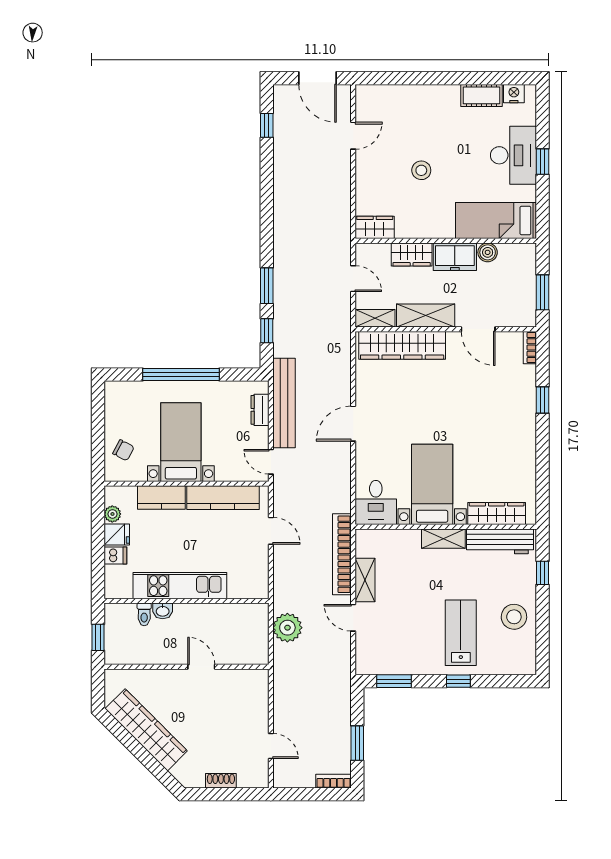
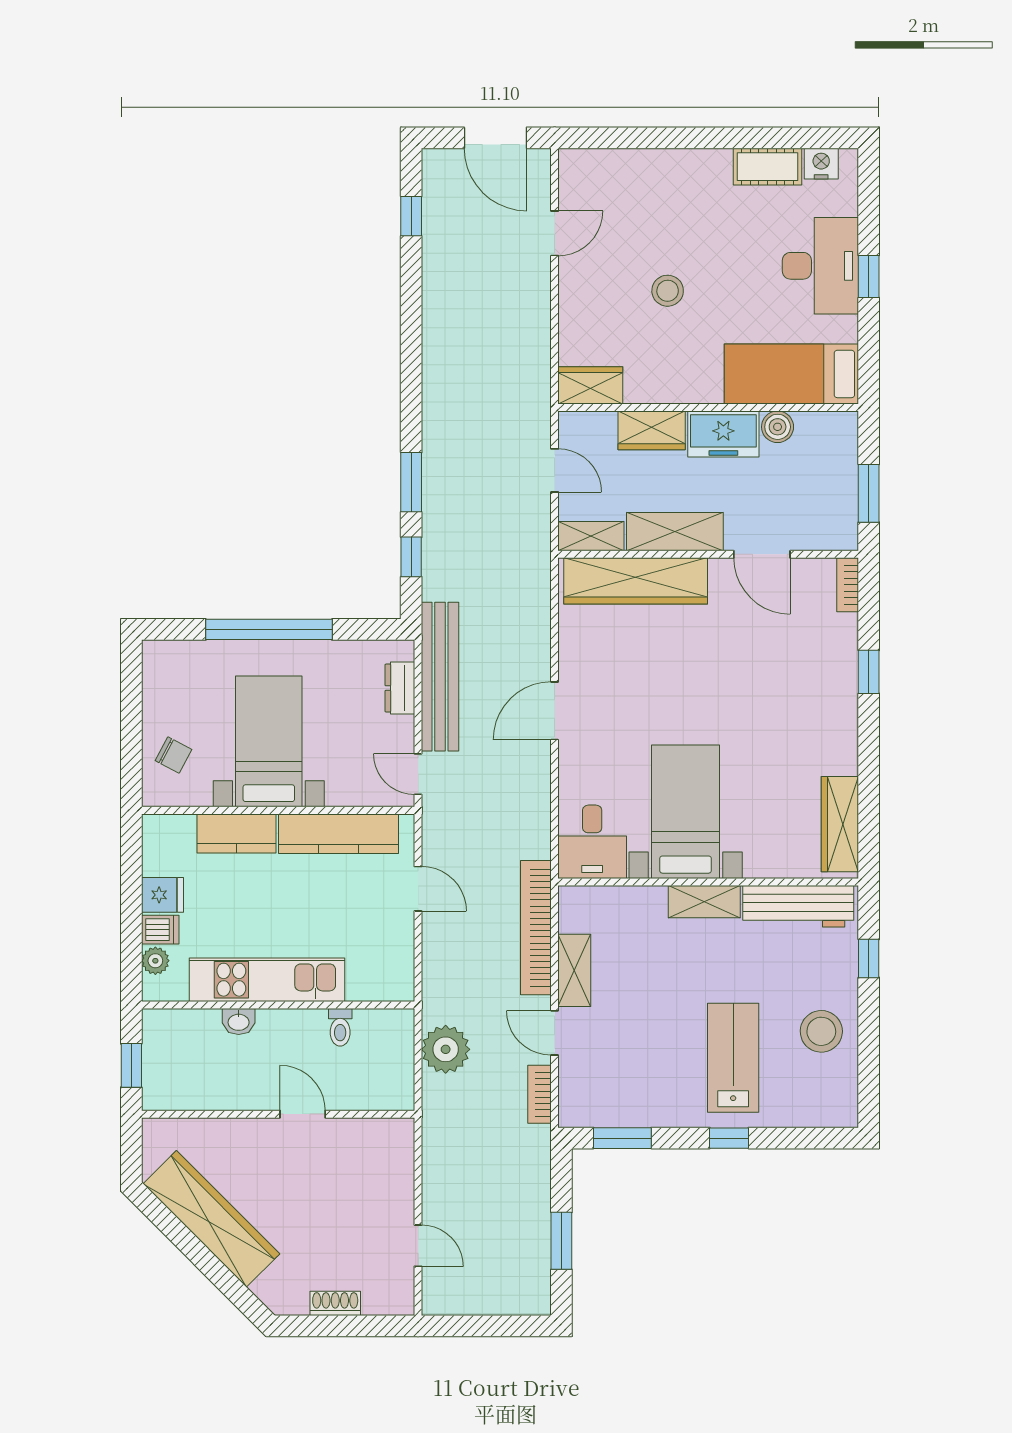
plant: (112, 514) -> (155, 961), moved
wardrobe: (497, 514) -> (840, 824), moved, turned -90
toilet: (144, 614) -> (340, 1027), moved
bookcase: (334, 781) -> (539, 1094), moved, turned -90

